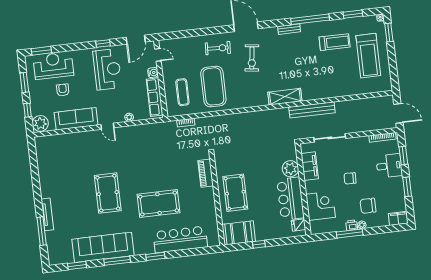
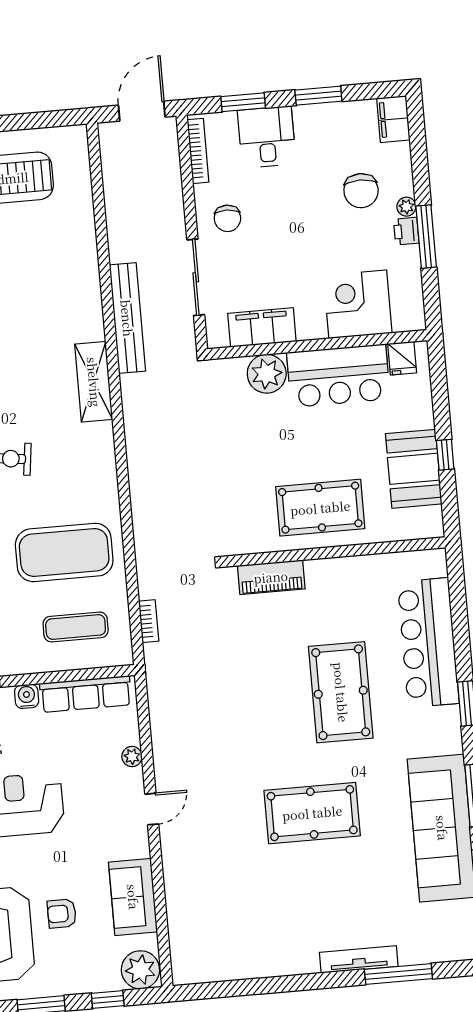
sofa: (76, 119) -> (133, 897), width x0.73
chair: (350, 178) -> (227, 218), moved
booth: (239, 233) -> (414, 469), moved

